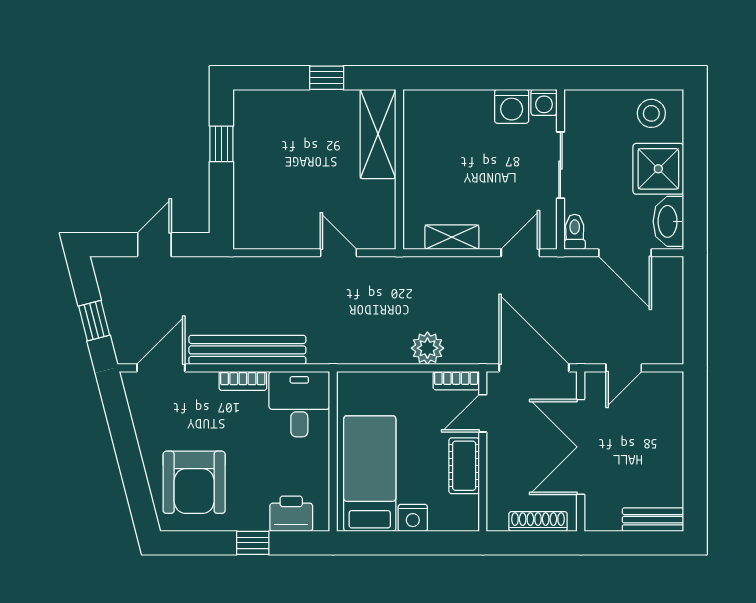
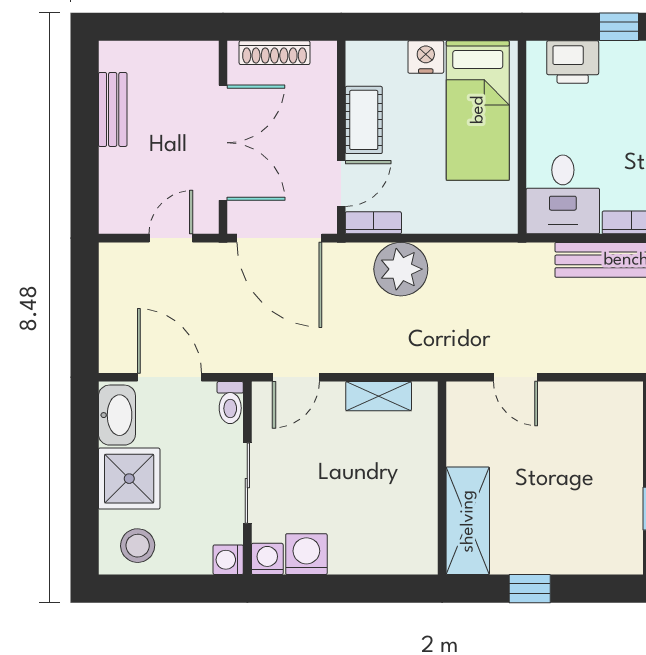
washing machine: (576, 102) -> (228, 560), added
plant: (427, 348) -> (401, 269), width x1.36, depth x1.36
bench: (653, 520) -> (113, 109), moved, turned 90

